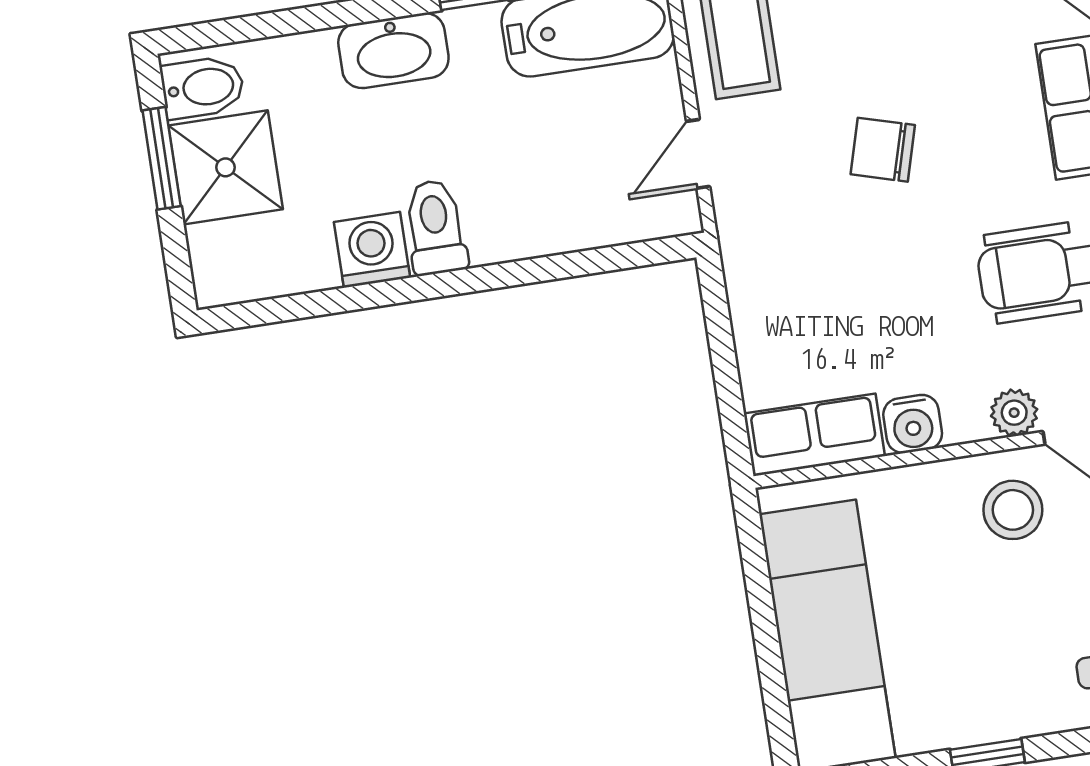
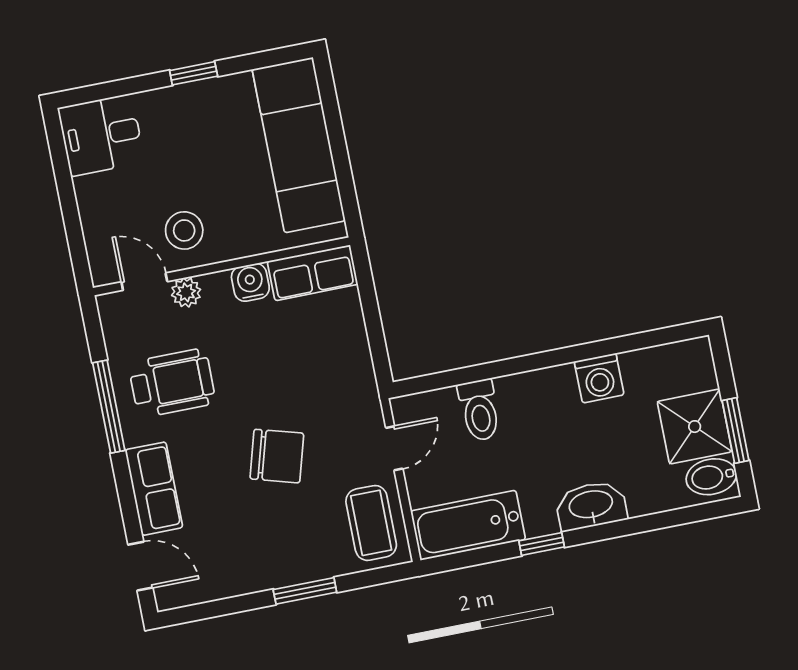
chair: (883, 150) -> (277, 456), width x1.37, depth x1.37
toilet: (435, 227) -> (479, 410), moved

